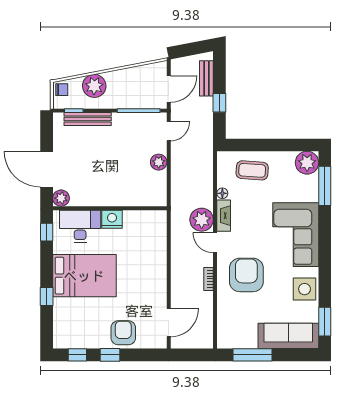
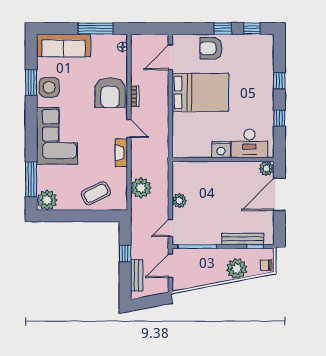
door: (47, 169) -> (279, 194), swing flipped
coffee table: (252, 170) -> (96, 193), turned -30
floor lamp: (222, 193) -> (122, 47), moved
plant: (202, 220) -> (141, 188), moved
window: (47, 232) -> (279, 118), moved
armchair: (246, 275) -> (110, 93), moved
bed: (84, 276) -> (200, 92), moved, turned 180
window: (325, 322) -> (31, 83), moved
armchair: (123, 333) -> (211, 48), turned 90

